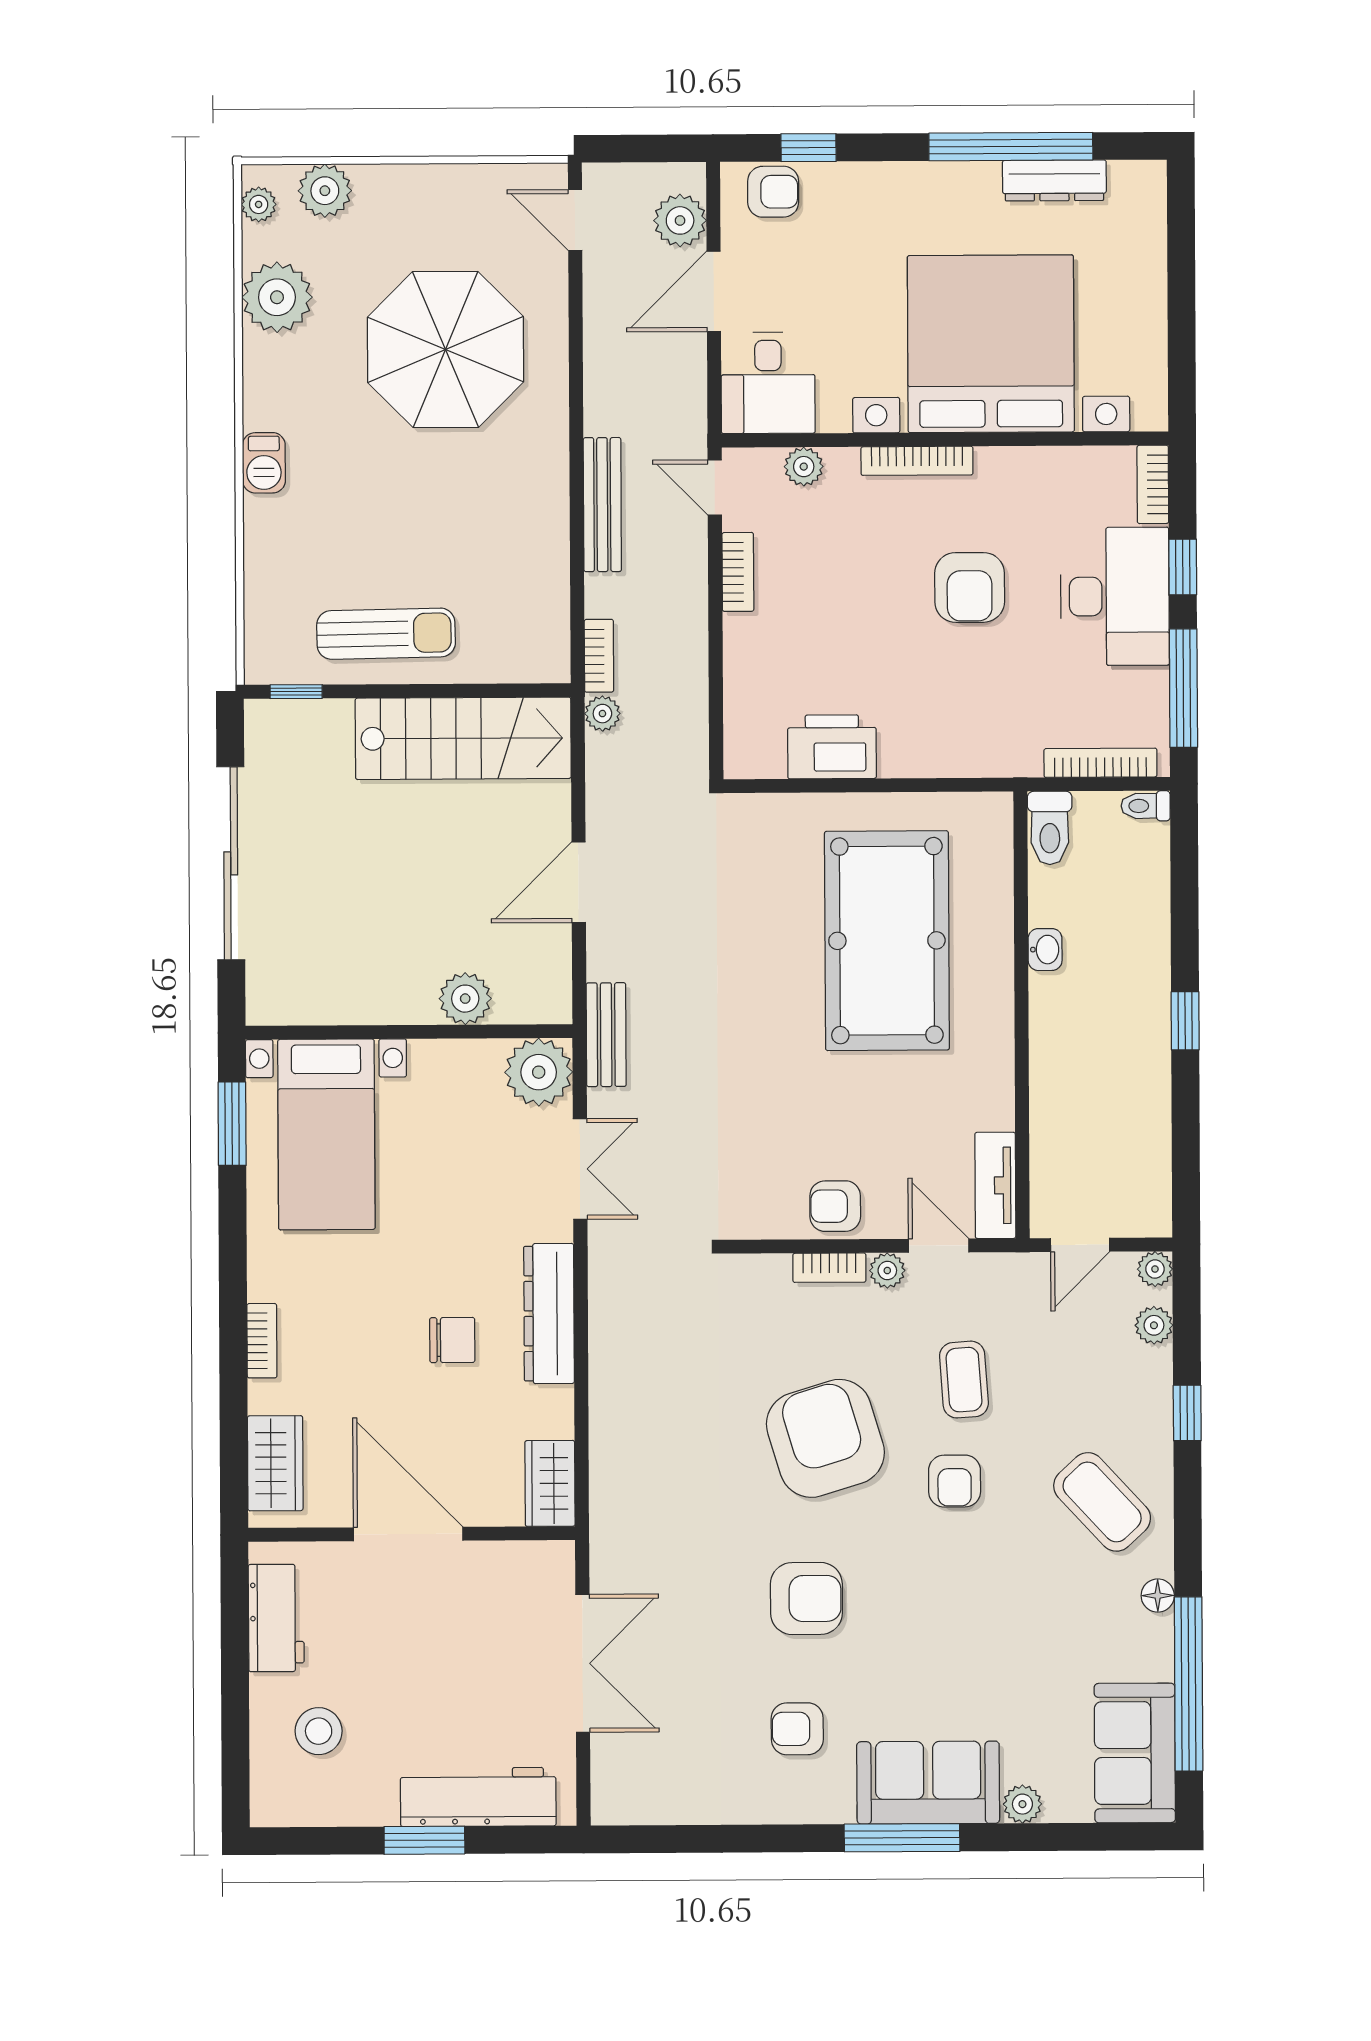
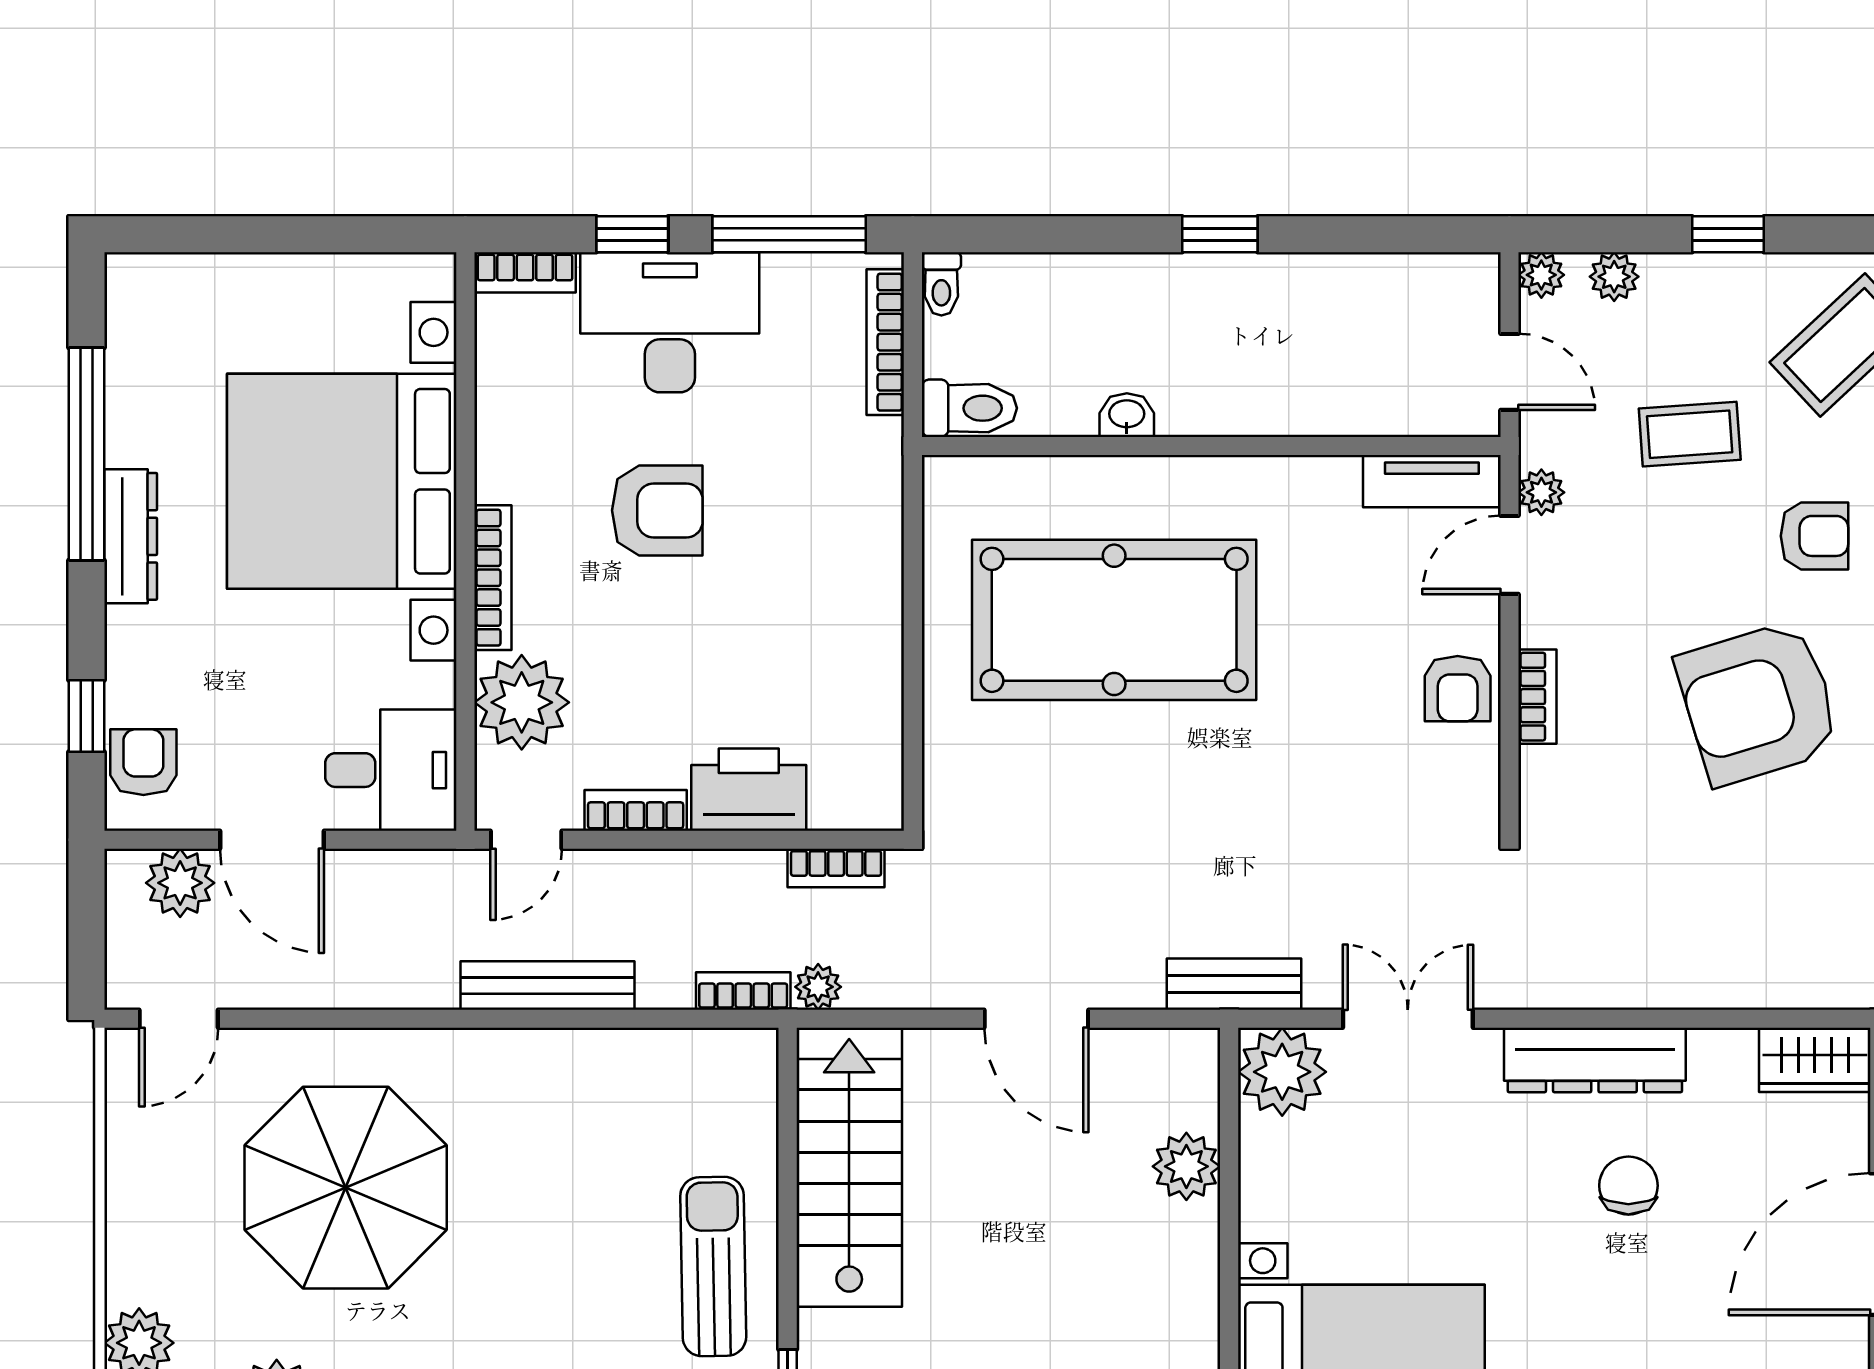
dresser: (1054, 180) -> (131, 536), moved
plant: (804, 467) -> (522, 702), width x1.87, depth x1.87
bookcase: (694, 727) -> (836, 868), added
printer: (832, 747) -> (749, 790), moved, turned 90
plant: (887, 1271) -> (1541, 492), moved
coffee table: (964, 1380) -> (1690, 434), moved

